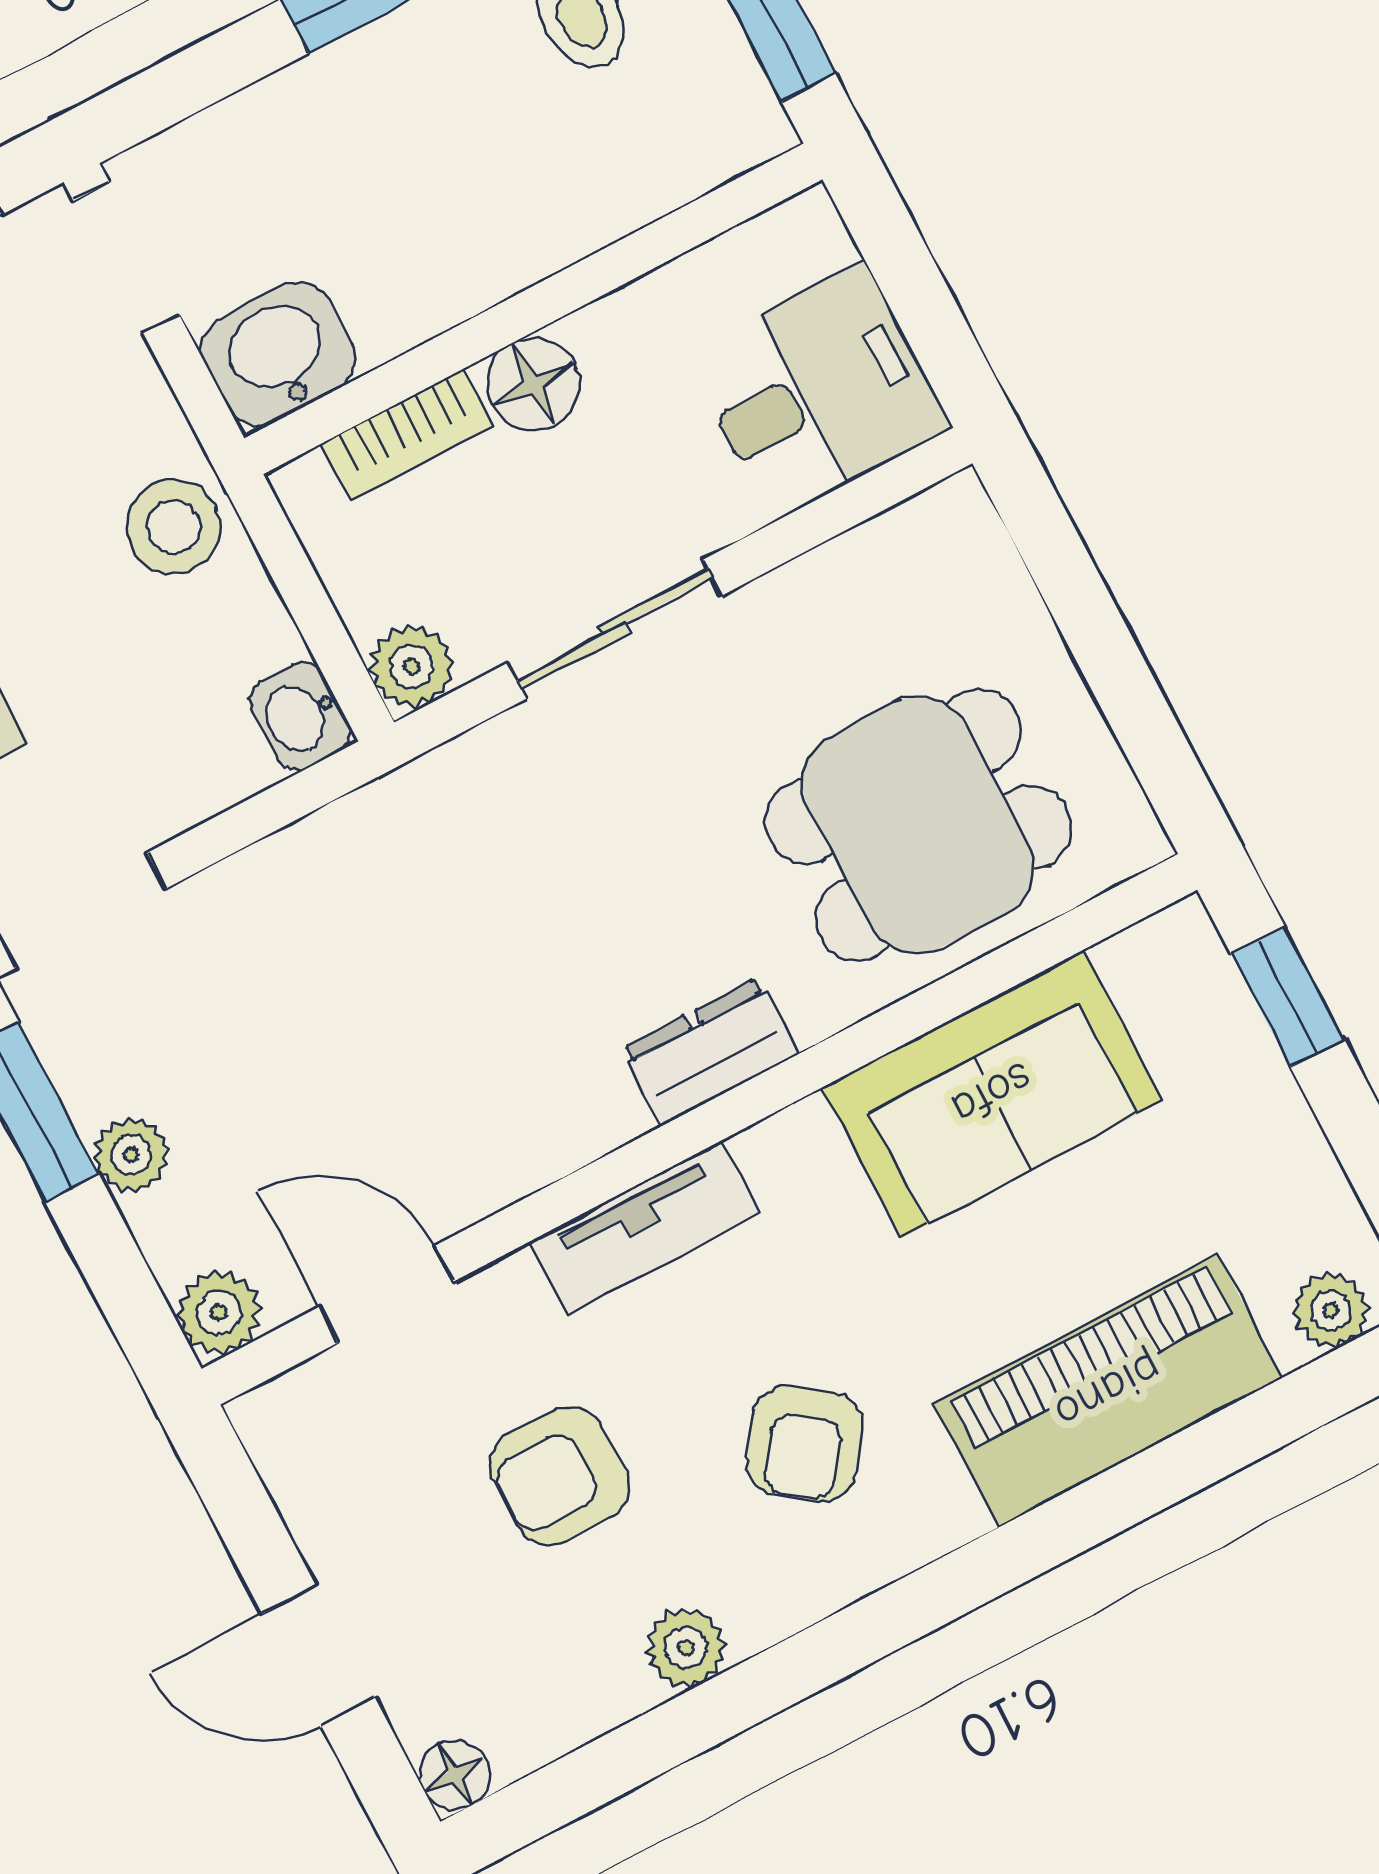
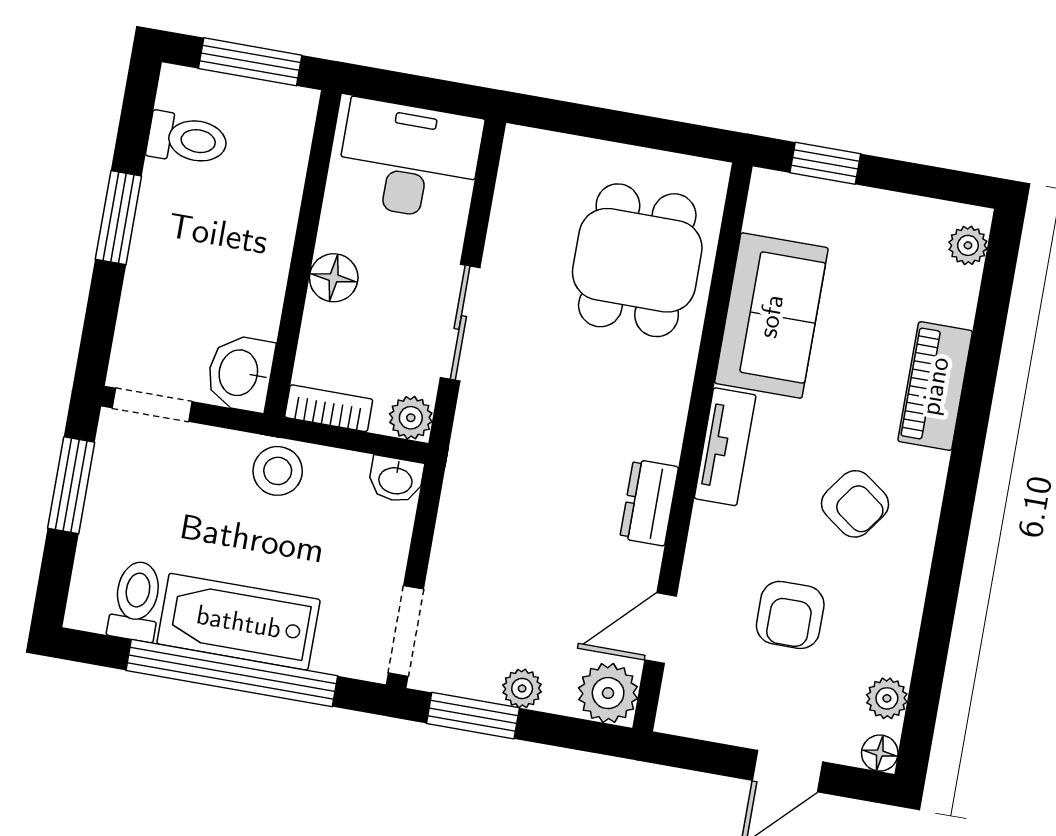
desk: (818, 391) -> (409, 160), width x1.37
bookcase: (407, 434) -> (329, 408), moved, turned -90
dresser: (710, 1052) -> (649, 503), moved
tv unit: (644, 1228) -> (725, 447), moved
plant: (219, 1312) -> (608, 693), width x1.38, depth x1.38
piano: (1108, 1391) -> (935, 386), width x0.73, depth x0.75
plant: (686, 1648) -> (887, 698), moved

